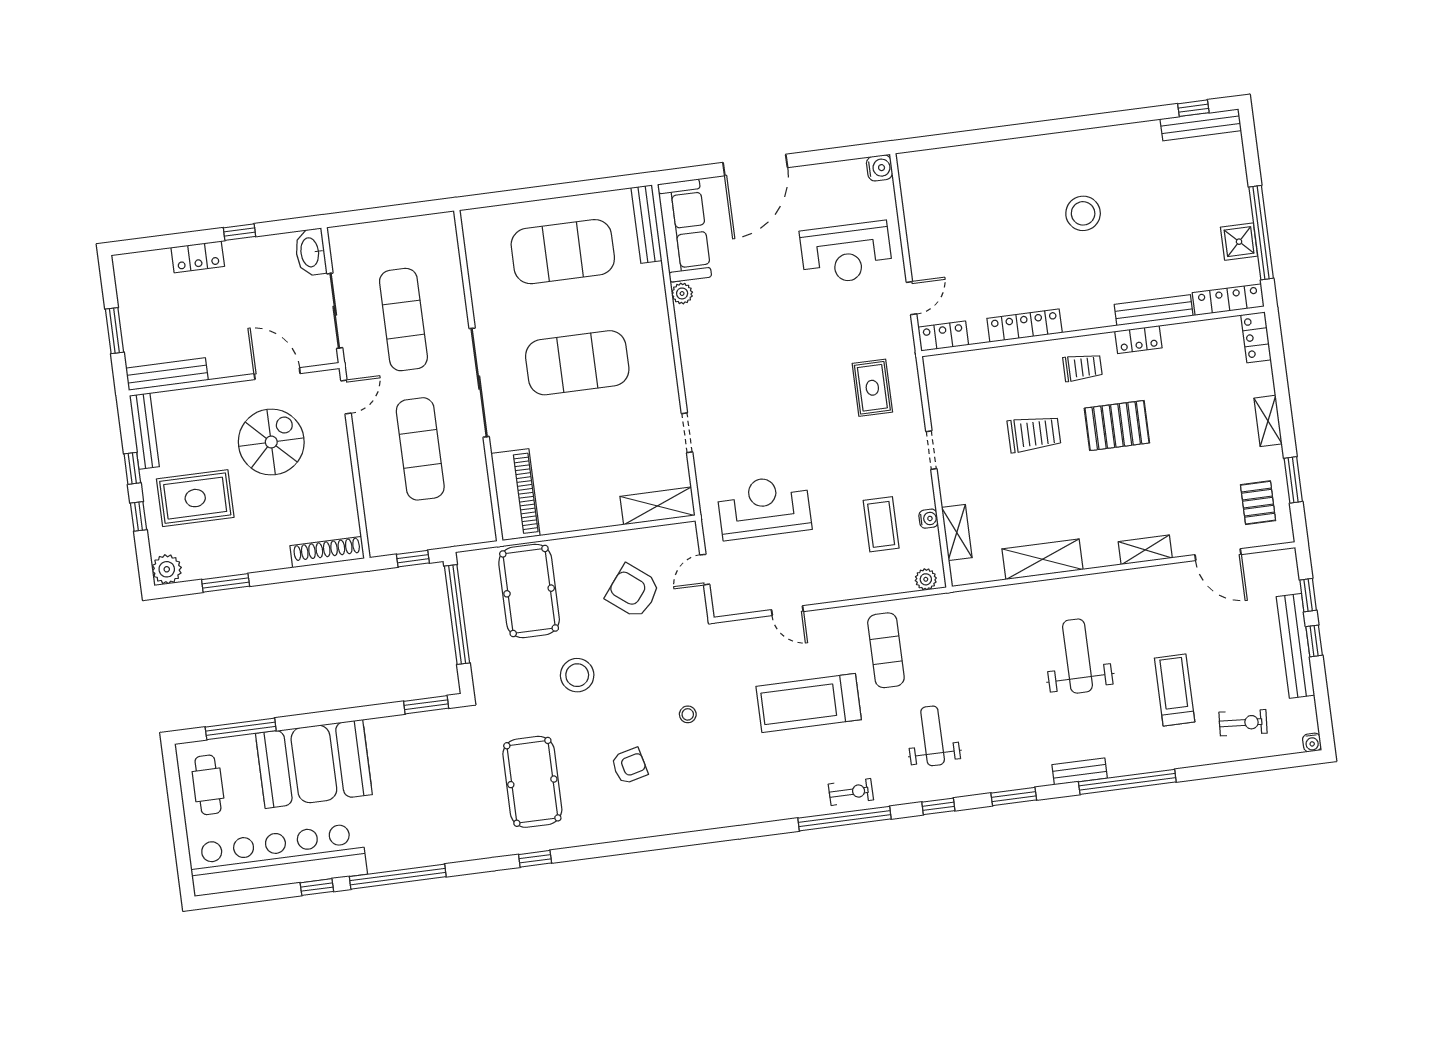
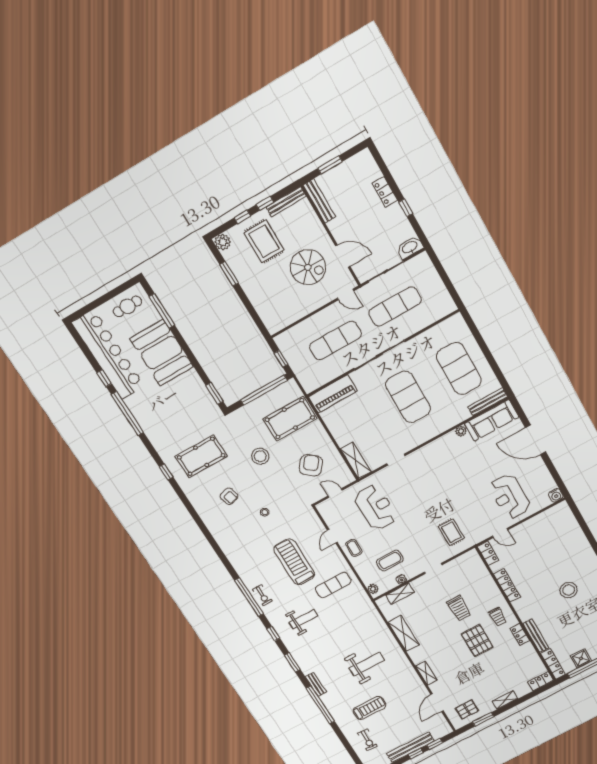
door: (277, 374) -> (343, 256), hinge flipped
rug: (872, 388) -> (451, 532), turned 90
shoe rack: (327, 552) -> (266, 317), removed
coffee table: (828, 581) -> (354, 548), added

